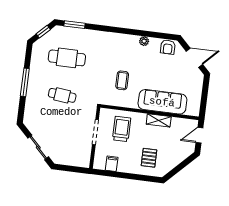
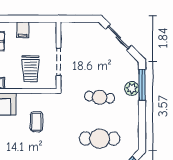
window: (25, 82) -> (142, 85), moved
plant: (32, 100) -> (132, 89), added
filing cabinet: (112, 164) -> (23, 30), moved

